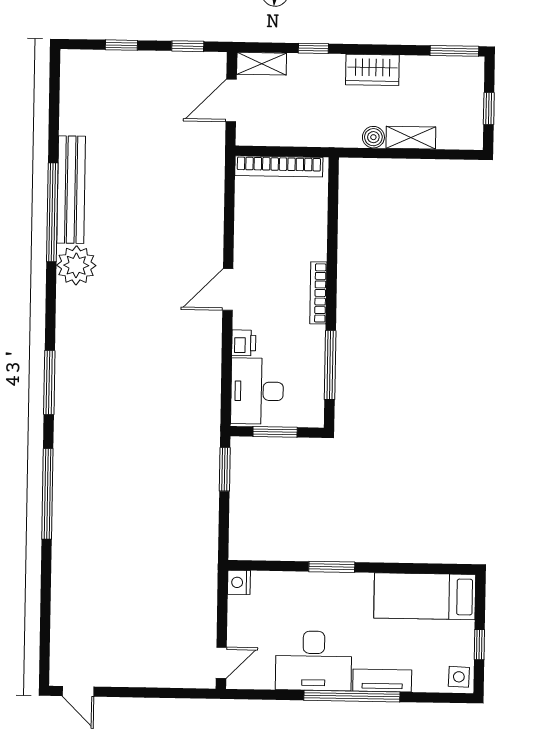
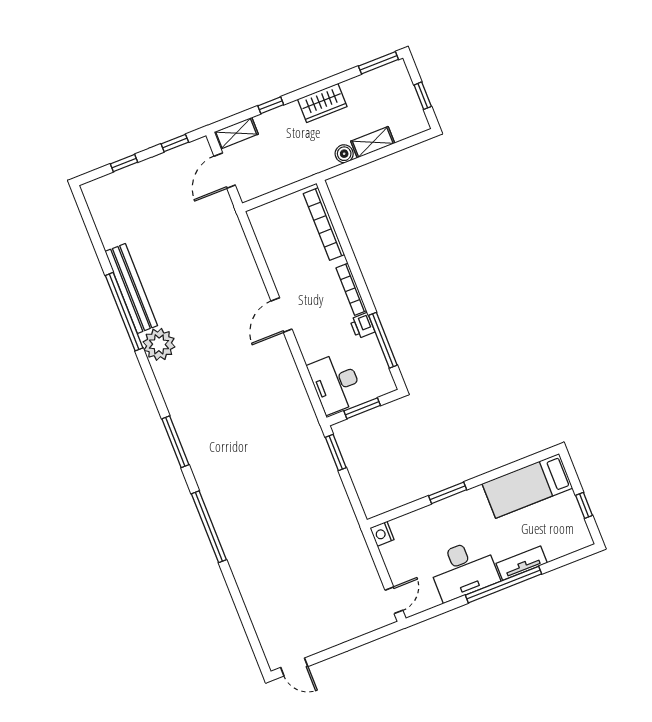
bookcase: (279, 166) -> (324, 224), moved, turned 90
printer: (244, 343) -> (362, 326), moved, turned 180
side table: (459, 677) -> (579, 536), removed

